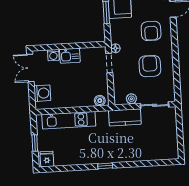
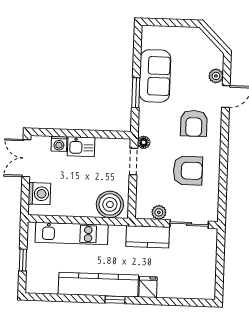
armchair: (150, 66) -> (188, 171), turned 90
boiler: (100, 101) -> (110, 204), width x1.86, depth x1.86
kitchen counter: (92, 156) -> (98, 285), added
fridge: (47, 159) -> (148, 287), moved

